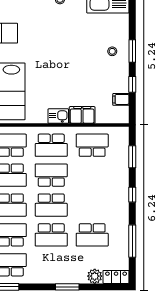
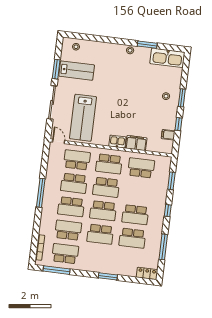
school desk: (51, 175) -> (106, 187), turned 180
school desk: (92, 205) -> (135, 215), added
plant: (95, 276) -> (130, 271), removed

